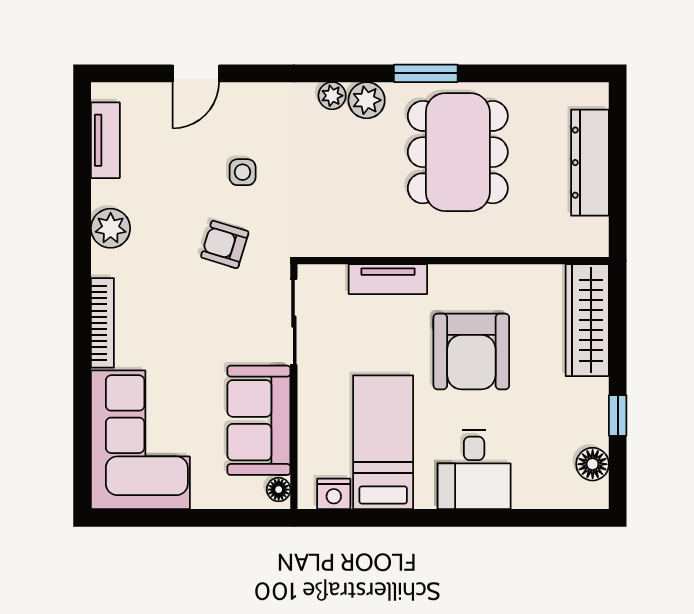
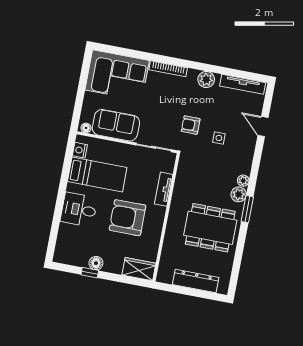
window: (426, 73) -> (247, 209), moved
tv unit: (105, 140) -> (243, 84), width x1.41
armchair: (225, 244) -> (191, 125), turned -107
wardrobe: (587, 320) -> (139, 269), width x0.67
floor lamp: (593, 464) -> (96, 263), moved

